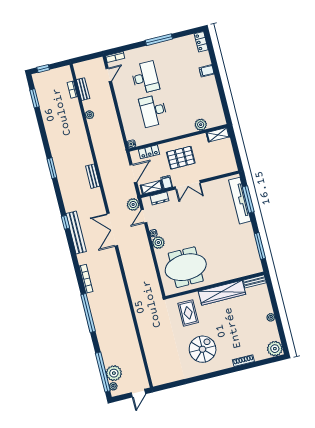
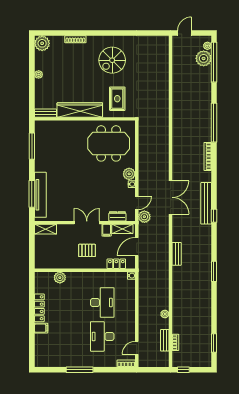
locker: (201, 42) -> (39, 308), moved, width x1.53
window: (43, 69) -> (183, 370), moved
shelving: (218, 135) -> (45, 229), moved
pallet: (181, 158) -> (87, 250), width x0.67, depth x0.71

